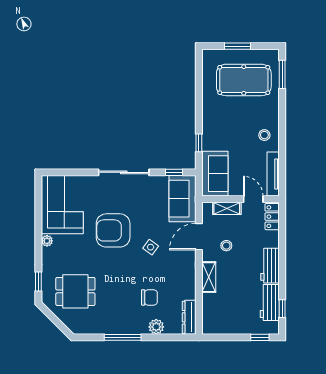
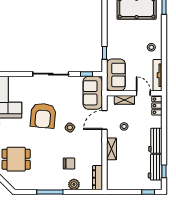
armchair: (113, 230) -> (43, 116), turned -85

